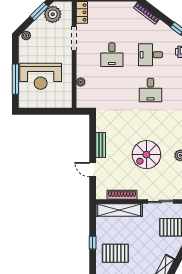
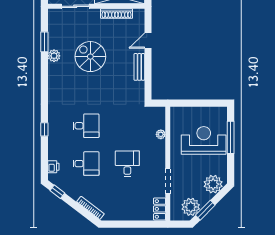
plant: (26, 36) -> (213, 184), width x1.87, depth x1.87
desk: (151, 90) -> (86, 126), turned 90
spiral stairs: (146, 155) -> (90, 57), turned -90
door: (93, 170) -> (148, 40), swing flipped

